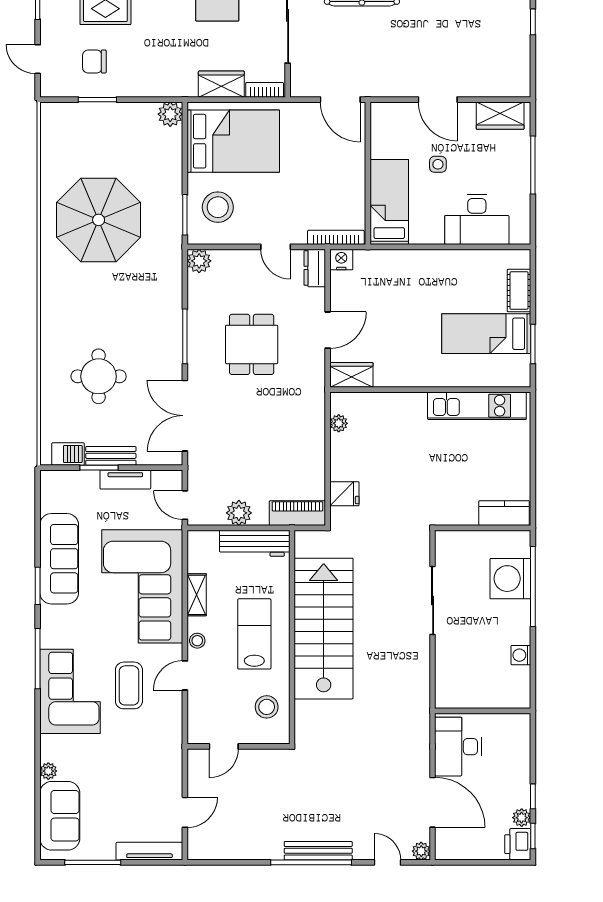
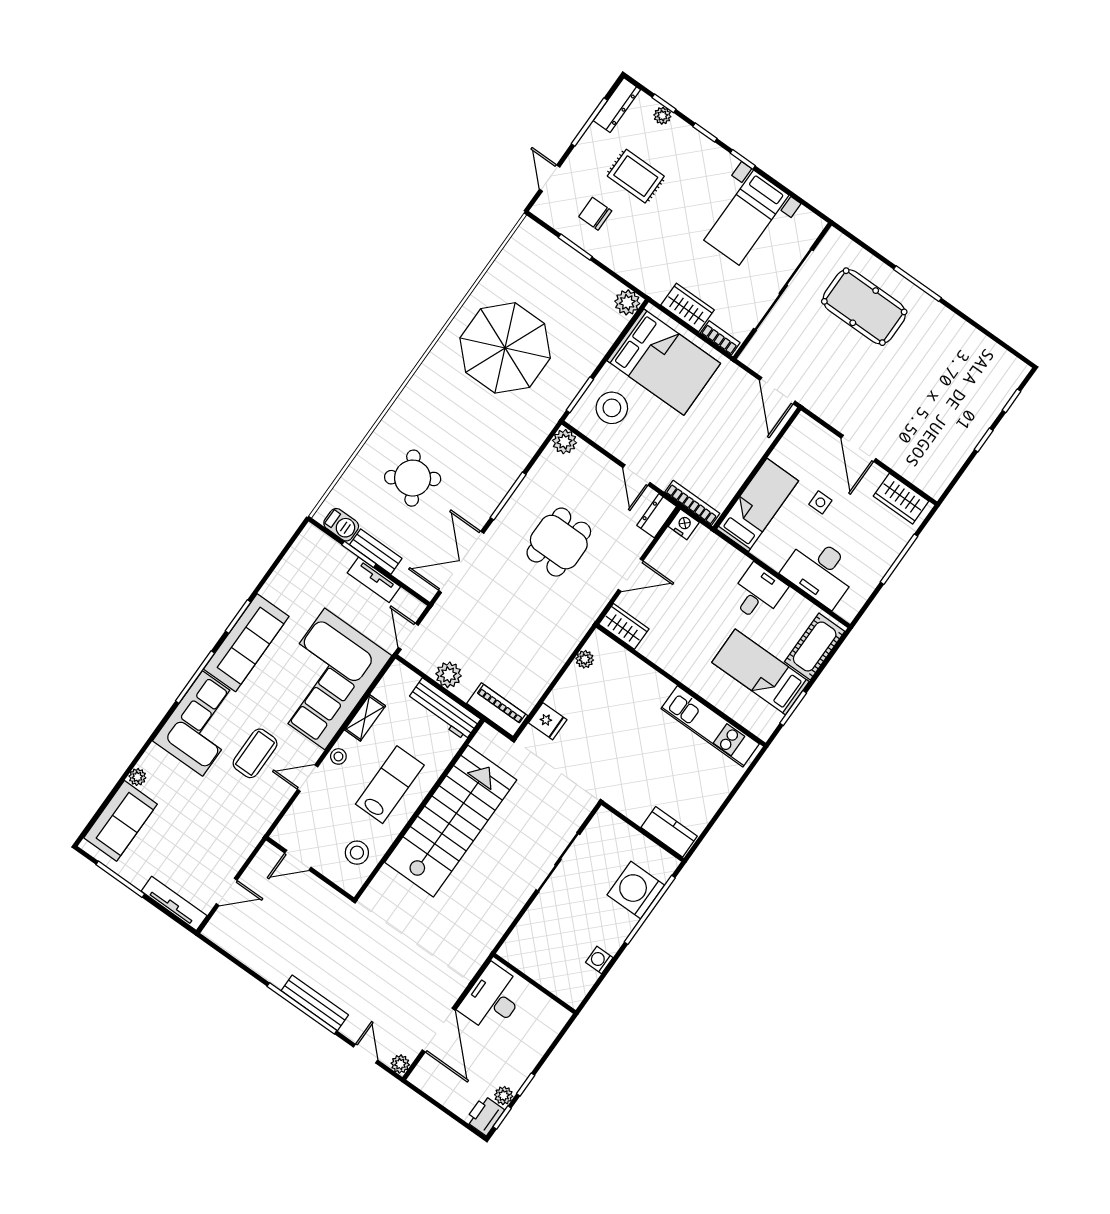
desk: (439, 272) -> (758, 593), added
cot: (519, 291) -> (815, 646), width x1.37, depth x1.34
round table: (99, 376) -> (413, 478), turned -33
sofa: (59, 559) -> (246, 643), moved

